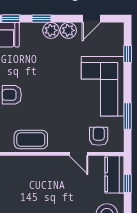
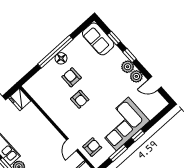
window: (128, 54) -> (138, 135), moved
armchair: (41, 106) -> (80, 99), added
coffee table: (31, 139) -> (56, 111), removed

